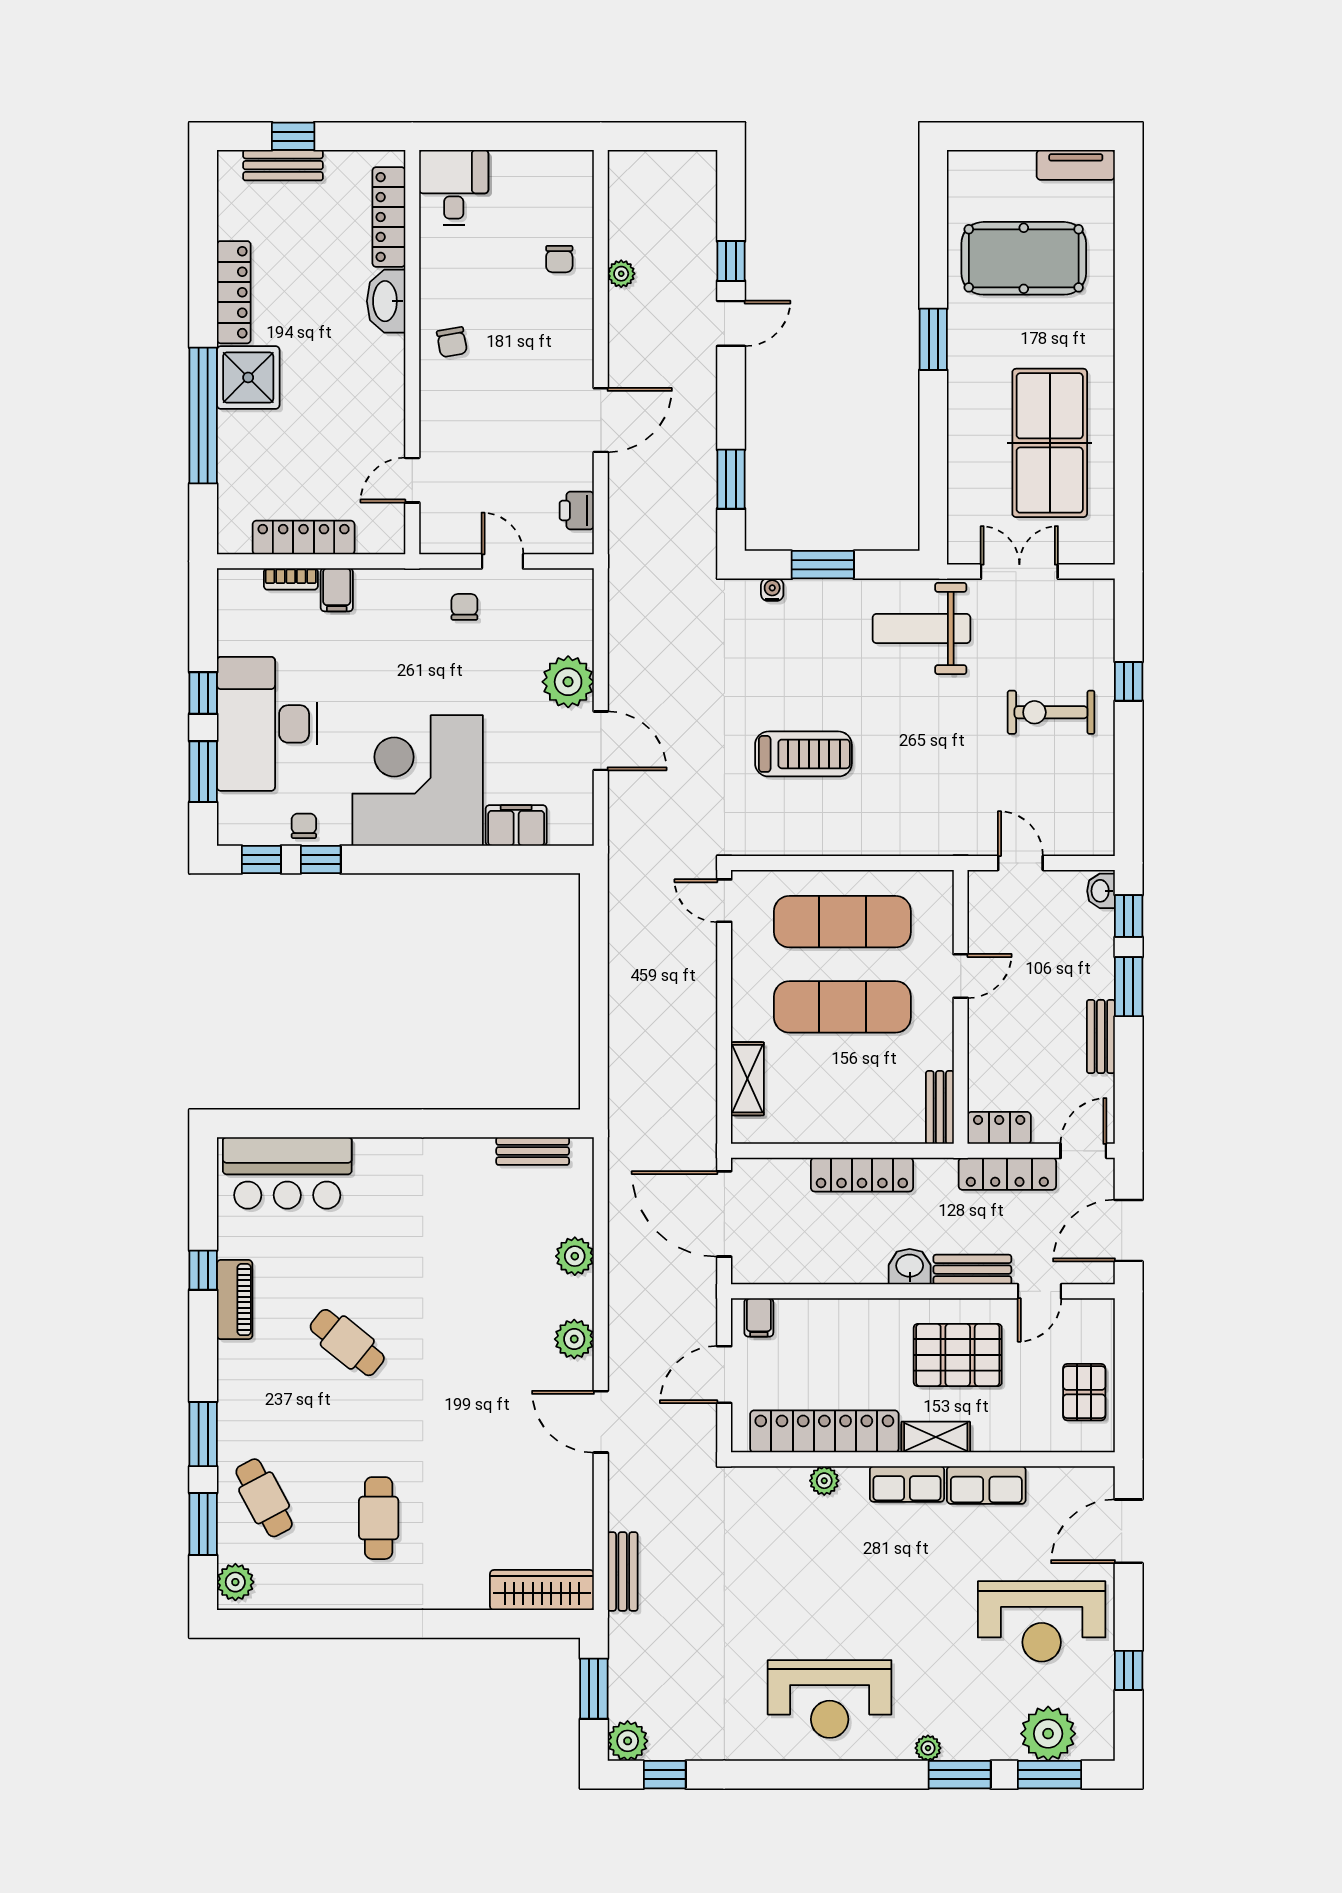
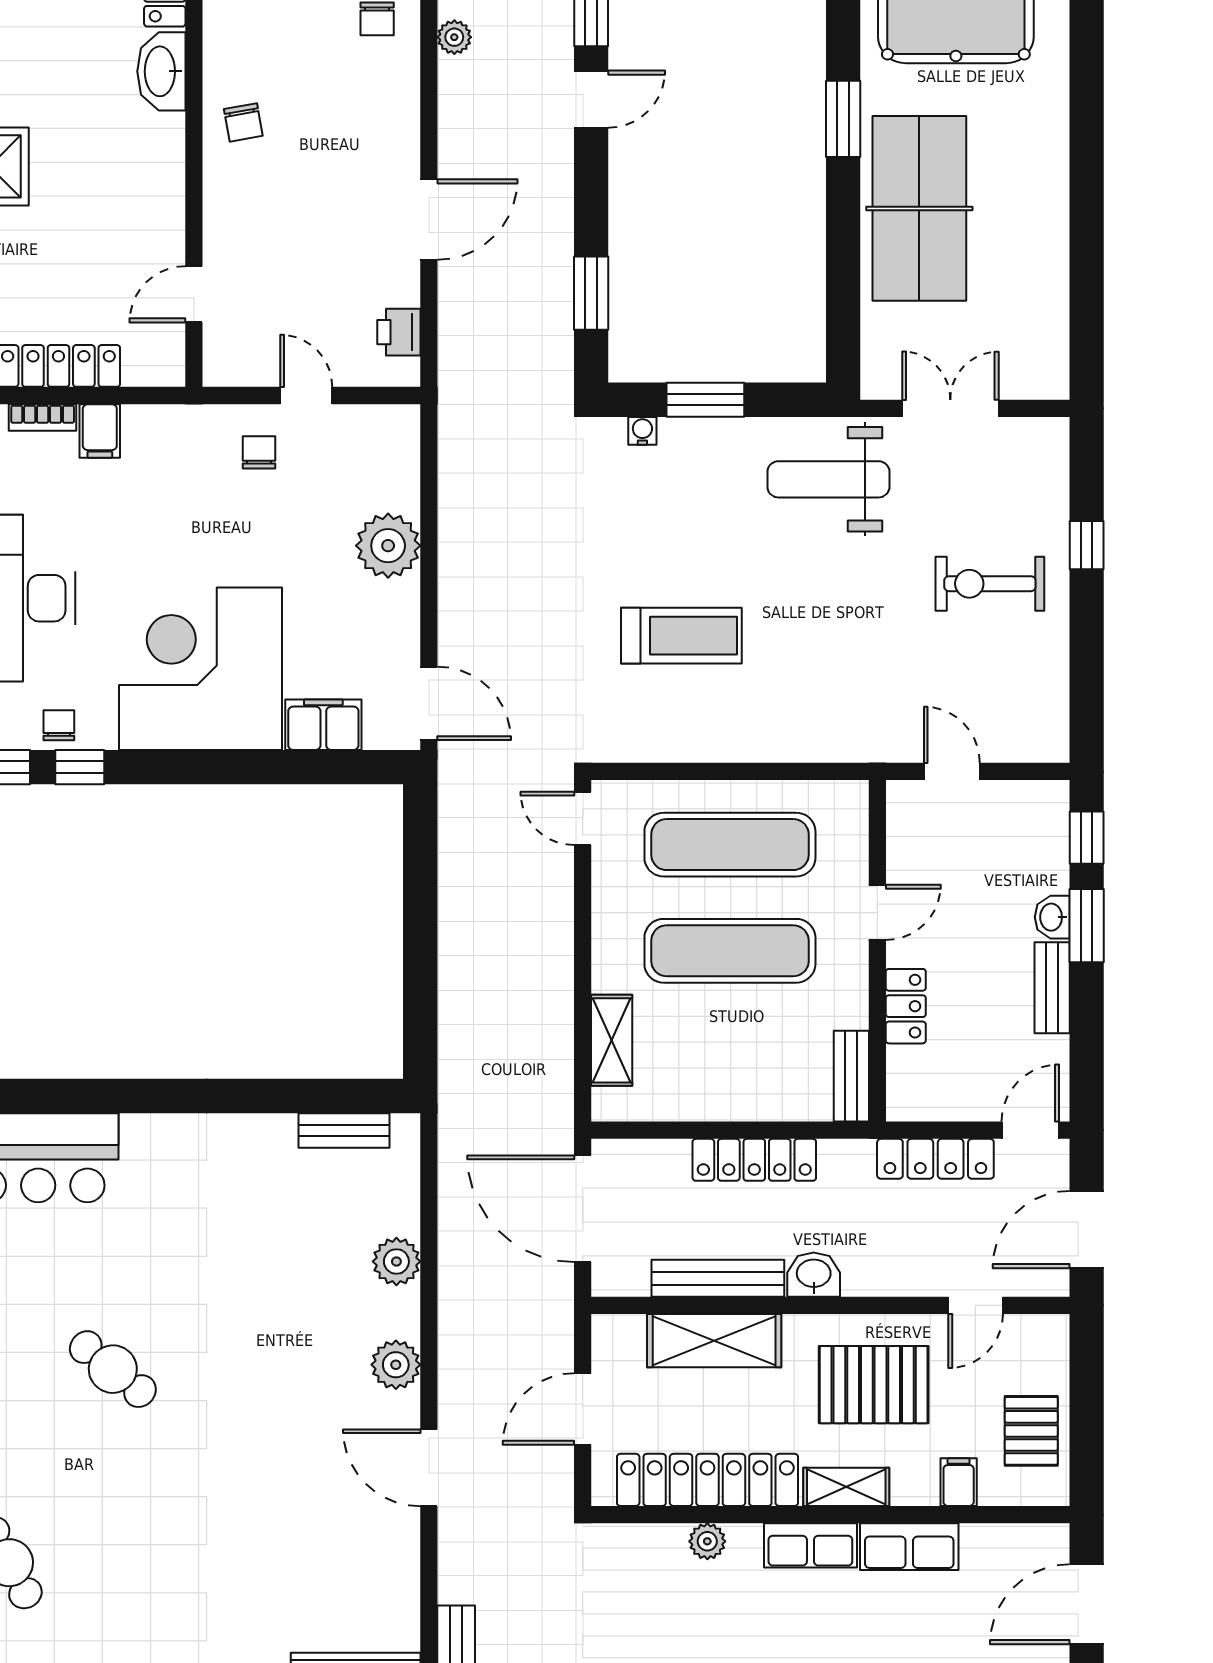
table tennis table: (1050, 443) -> (919, 208), moved
door: (601, 741) -> (429, 703), moved
washbasin: (1101, 891) -> (1052, 917), moved
locker: (999, 1128) -> (906, 1006), moved, turned 90
bench: (972, 1270) -> (718, 1278), moved, width x1.36
filing cabinet: (759, 1317) -> (959, 1482), moved, turned 180
shelving: (830, 1320) -> (714, 1341), added
cafe table: (379, 1518) -> (152, 1588), removed

